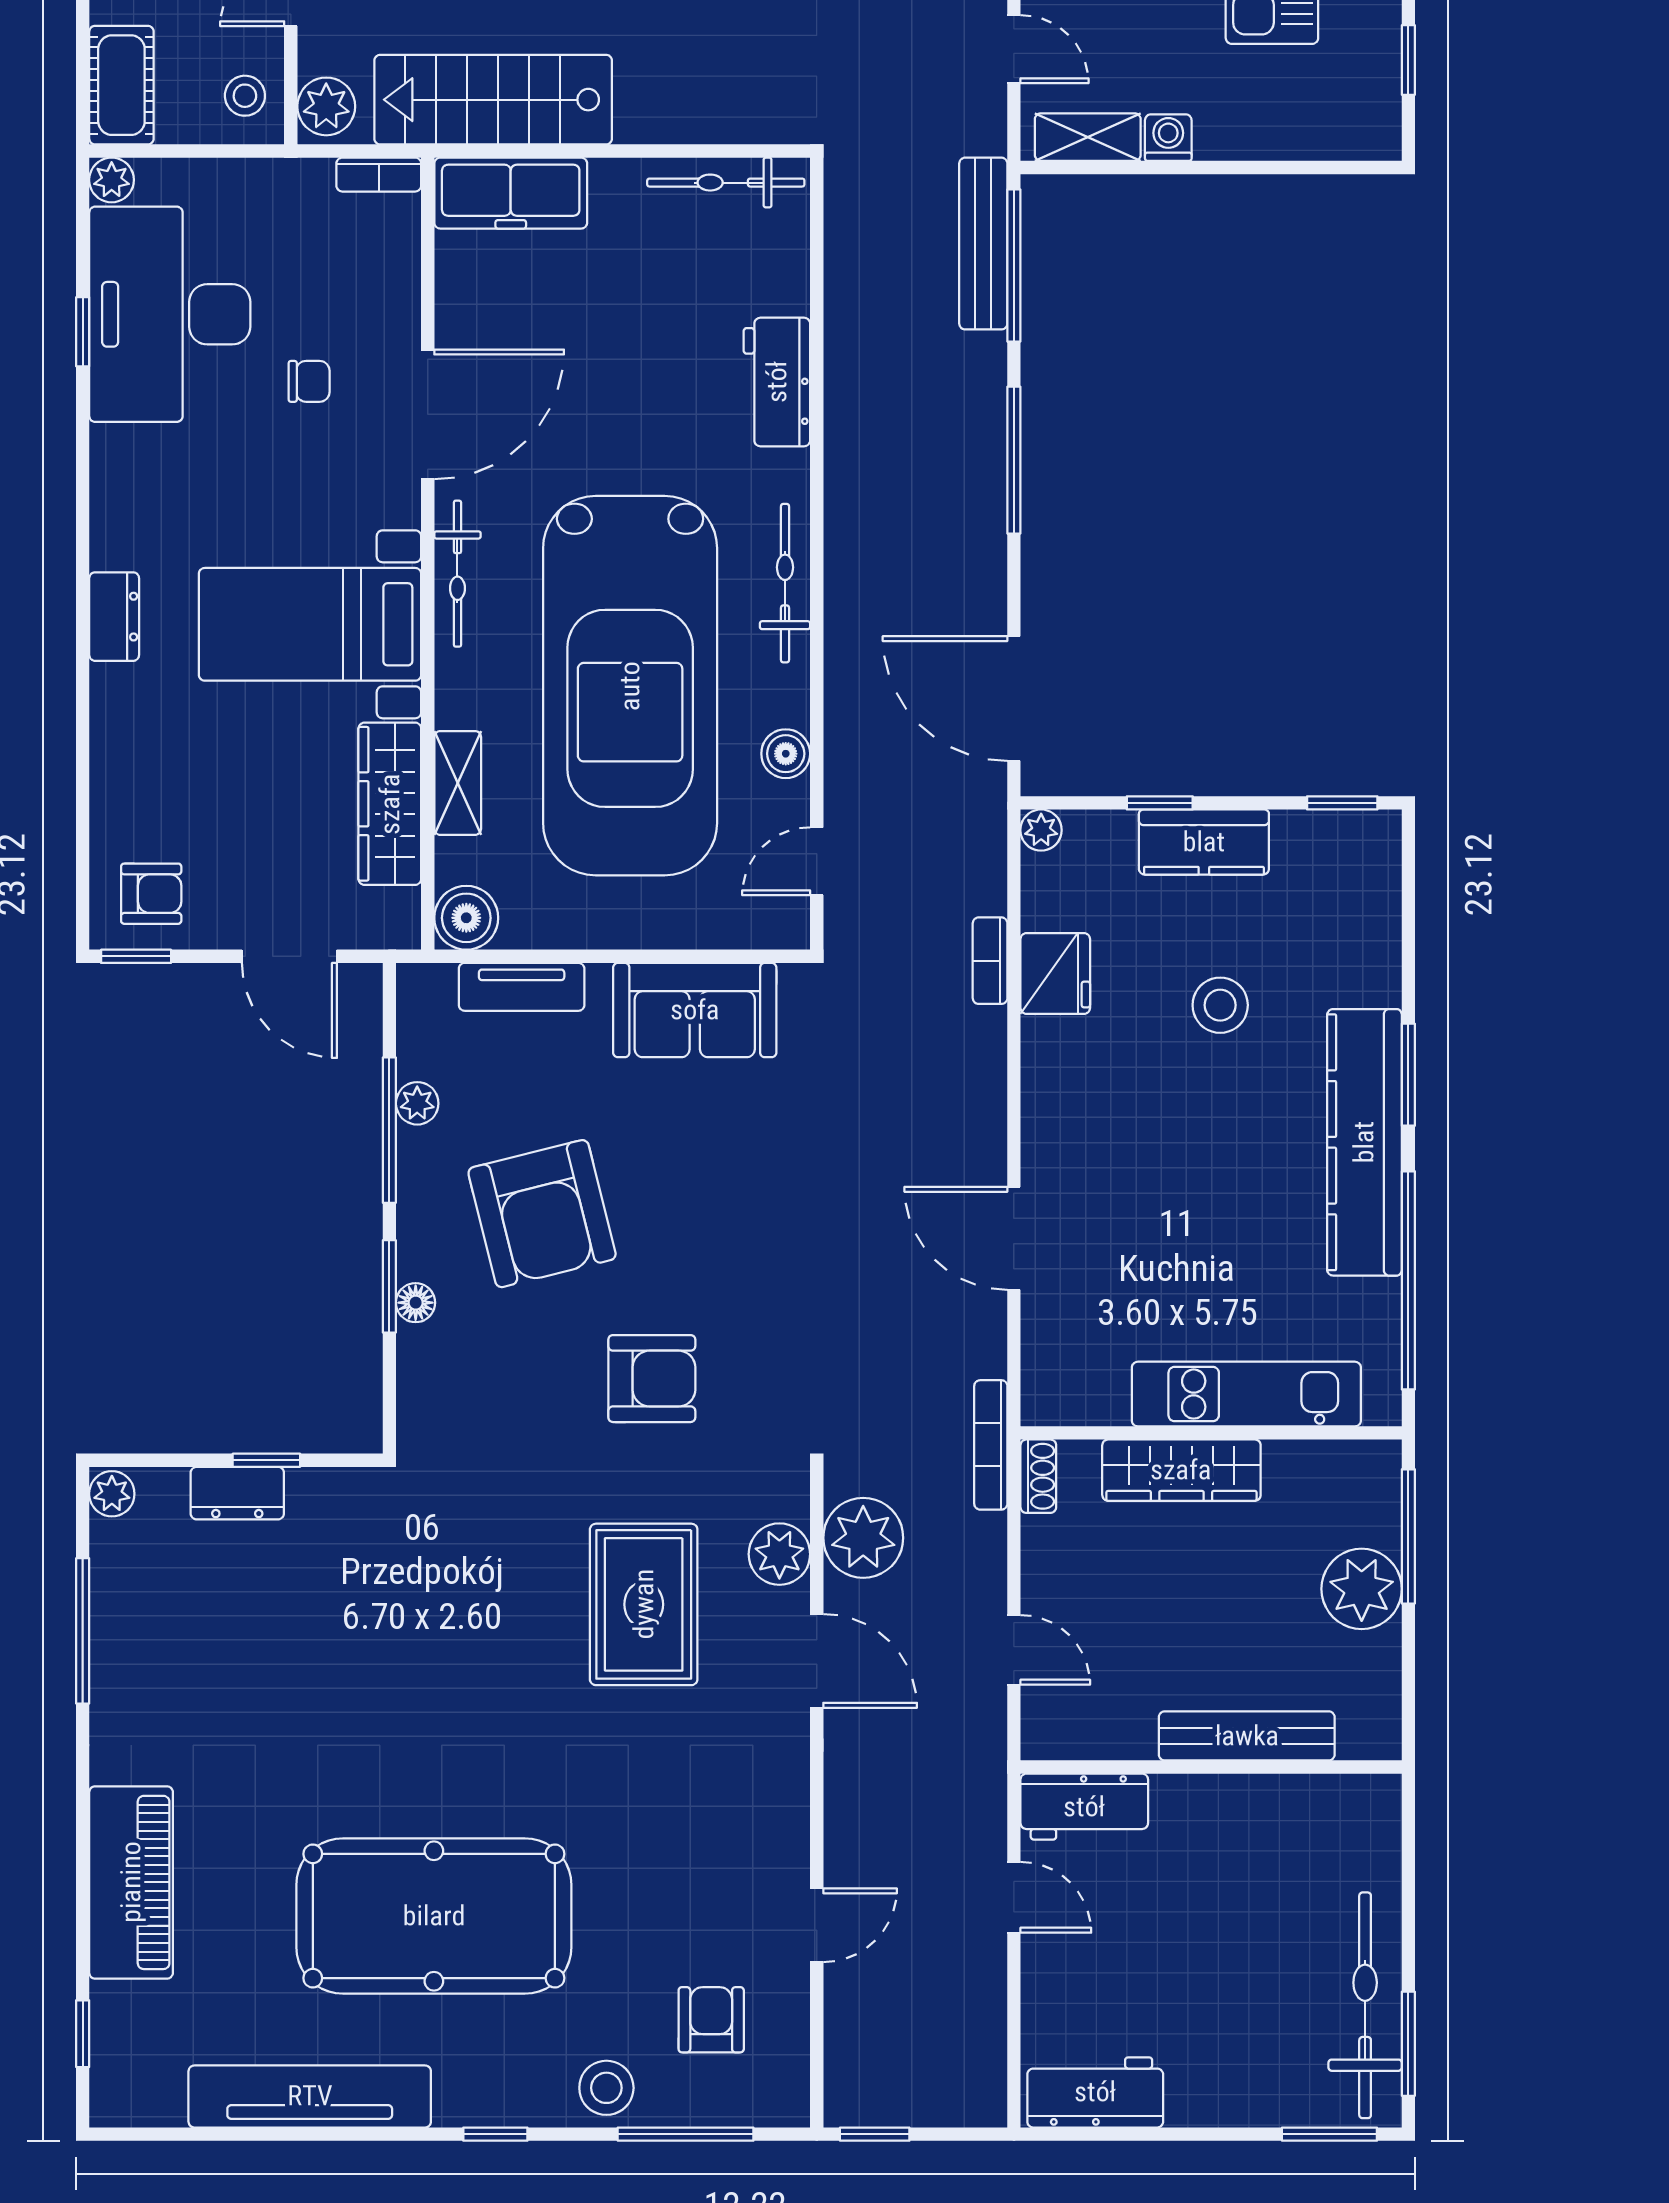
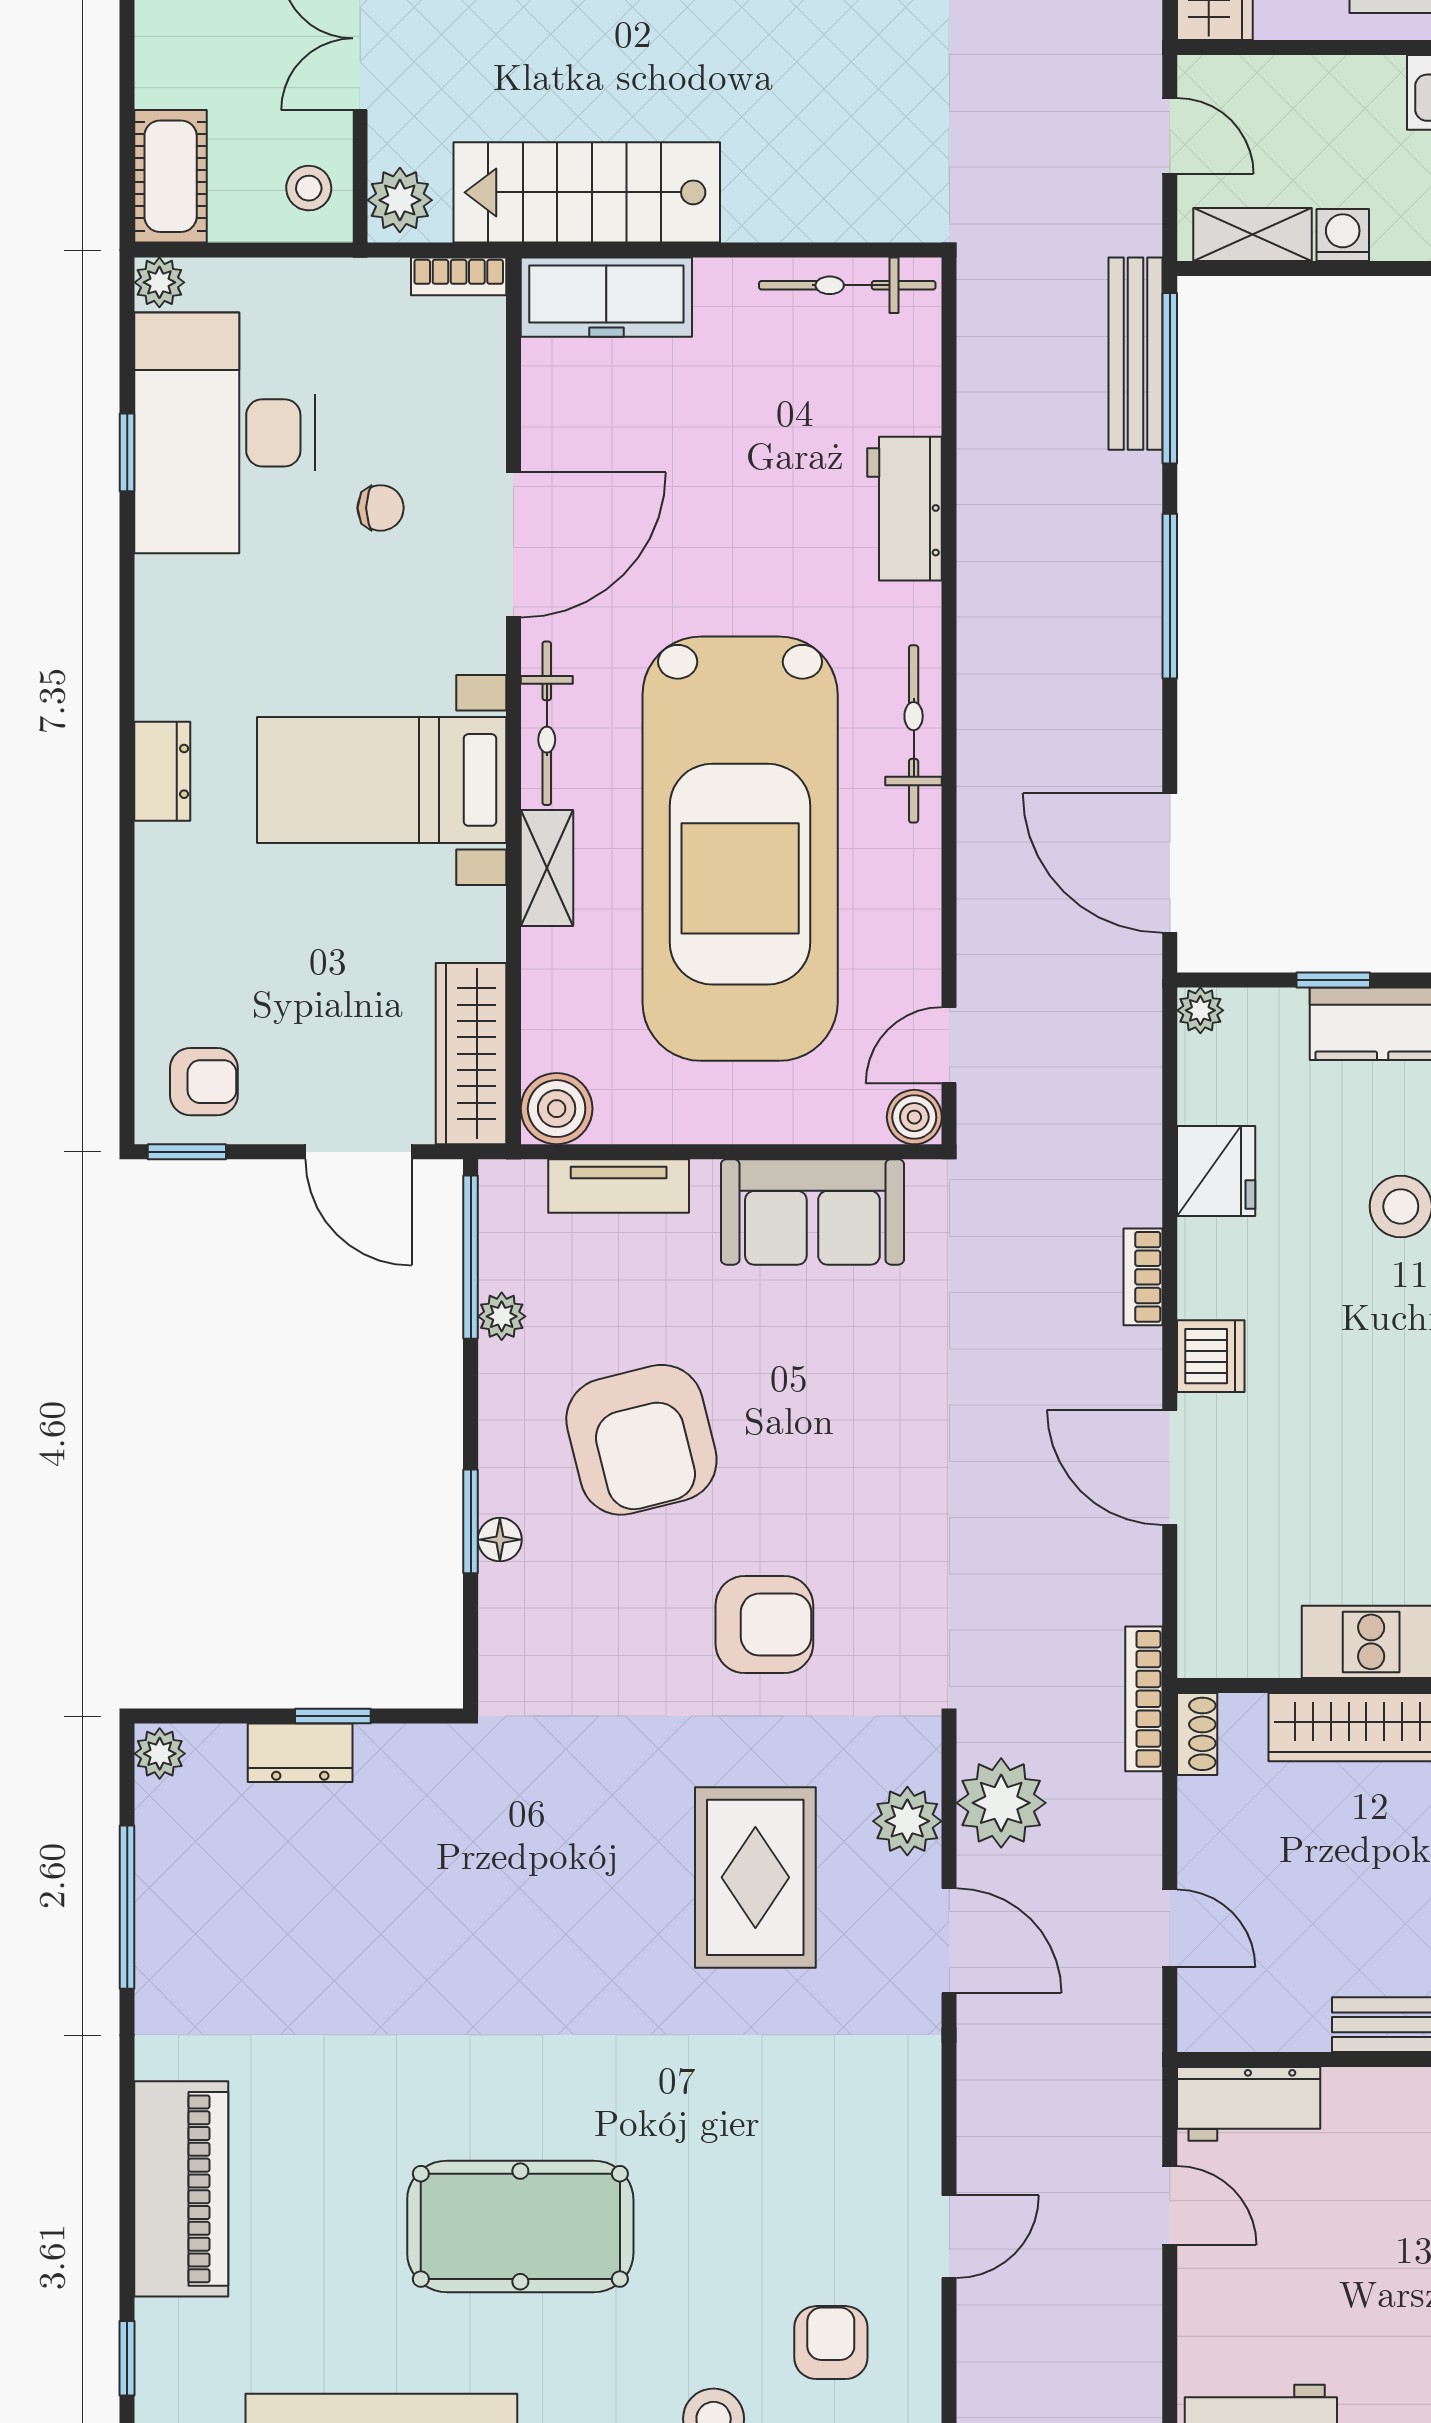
boiler: (786, 754) -> (914, 1117), moved
shelving: (458, 783) -> (547, 868), moved
wardrobe: (390, 804) -> (471, 1054), moved
bookcase: (990, 961) -> (1143, 1277), moved
window: (389, 1130) -> (471, 1257), moved
dishwasher: (1051, 1139) -> (1211, 1356), added
pool table: (434, 1916) -> (520, 2226), width x0.73, depth x0.76

